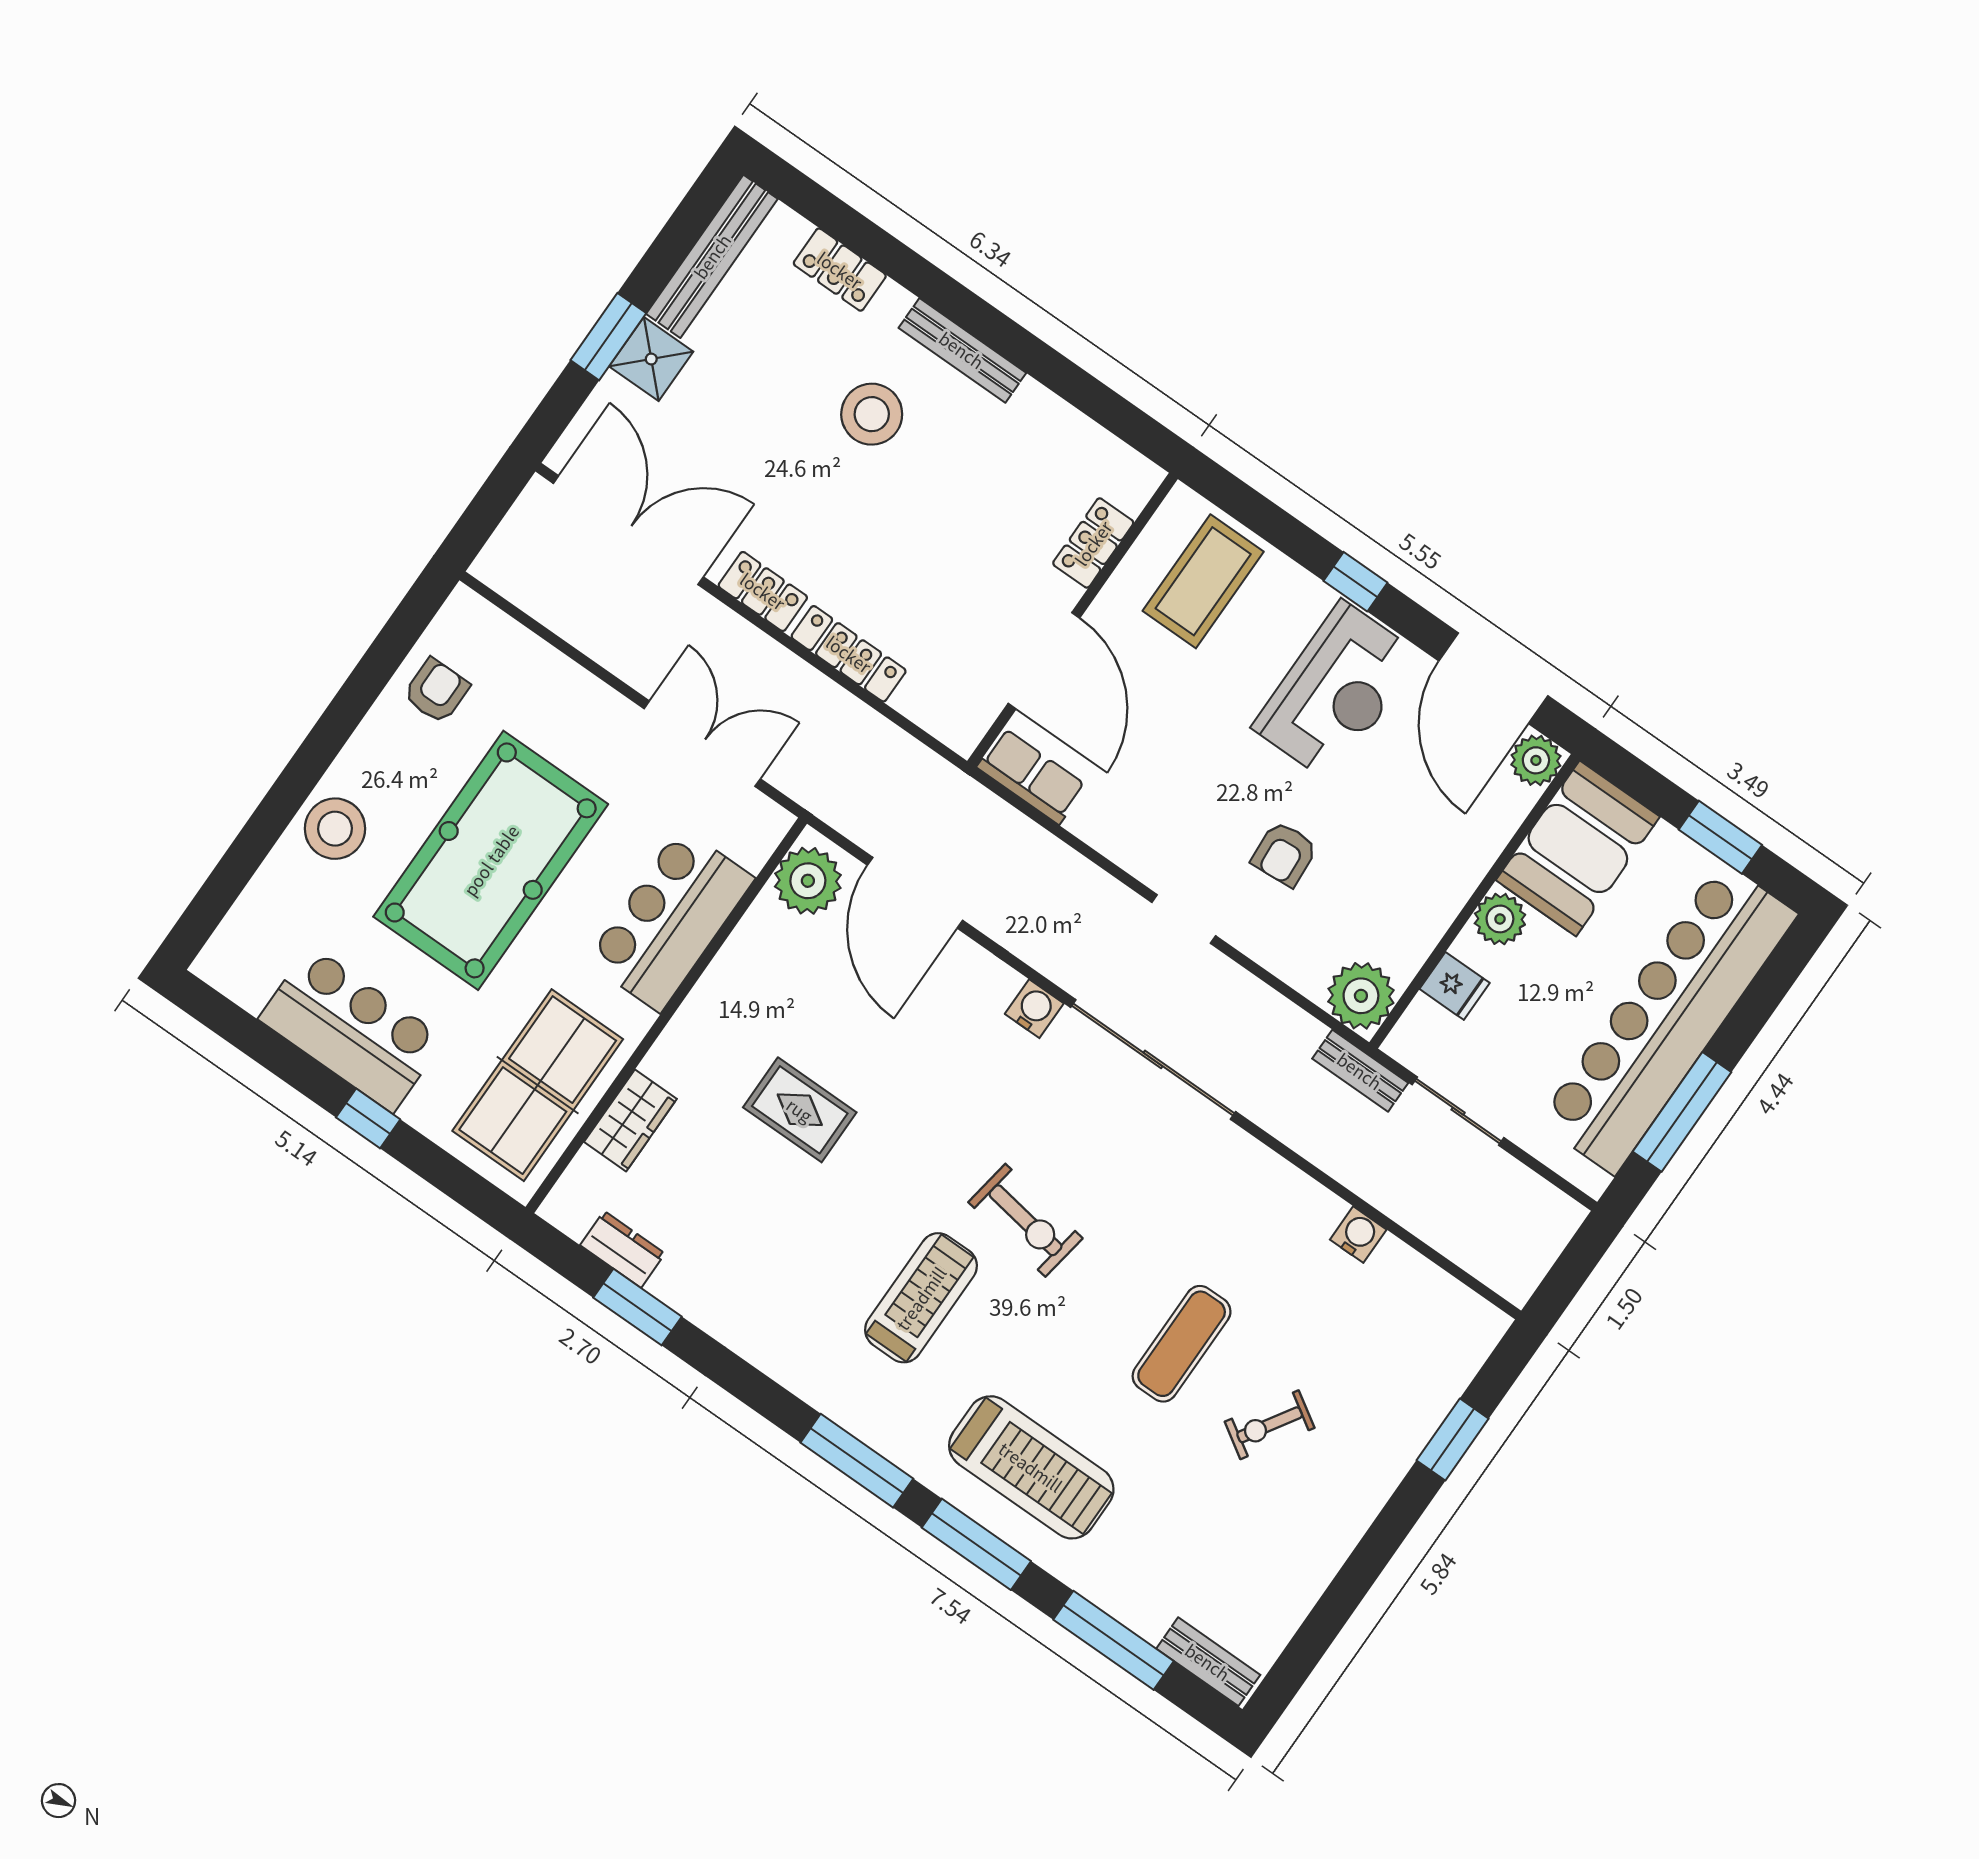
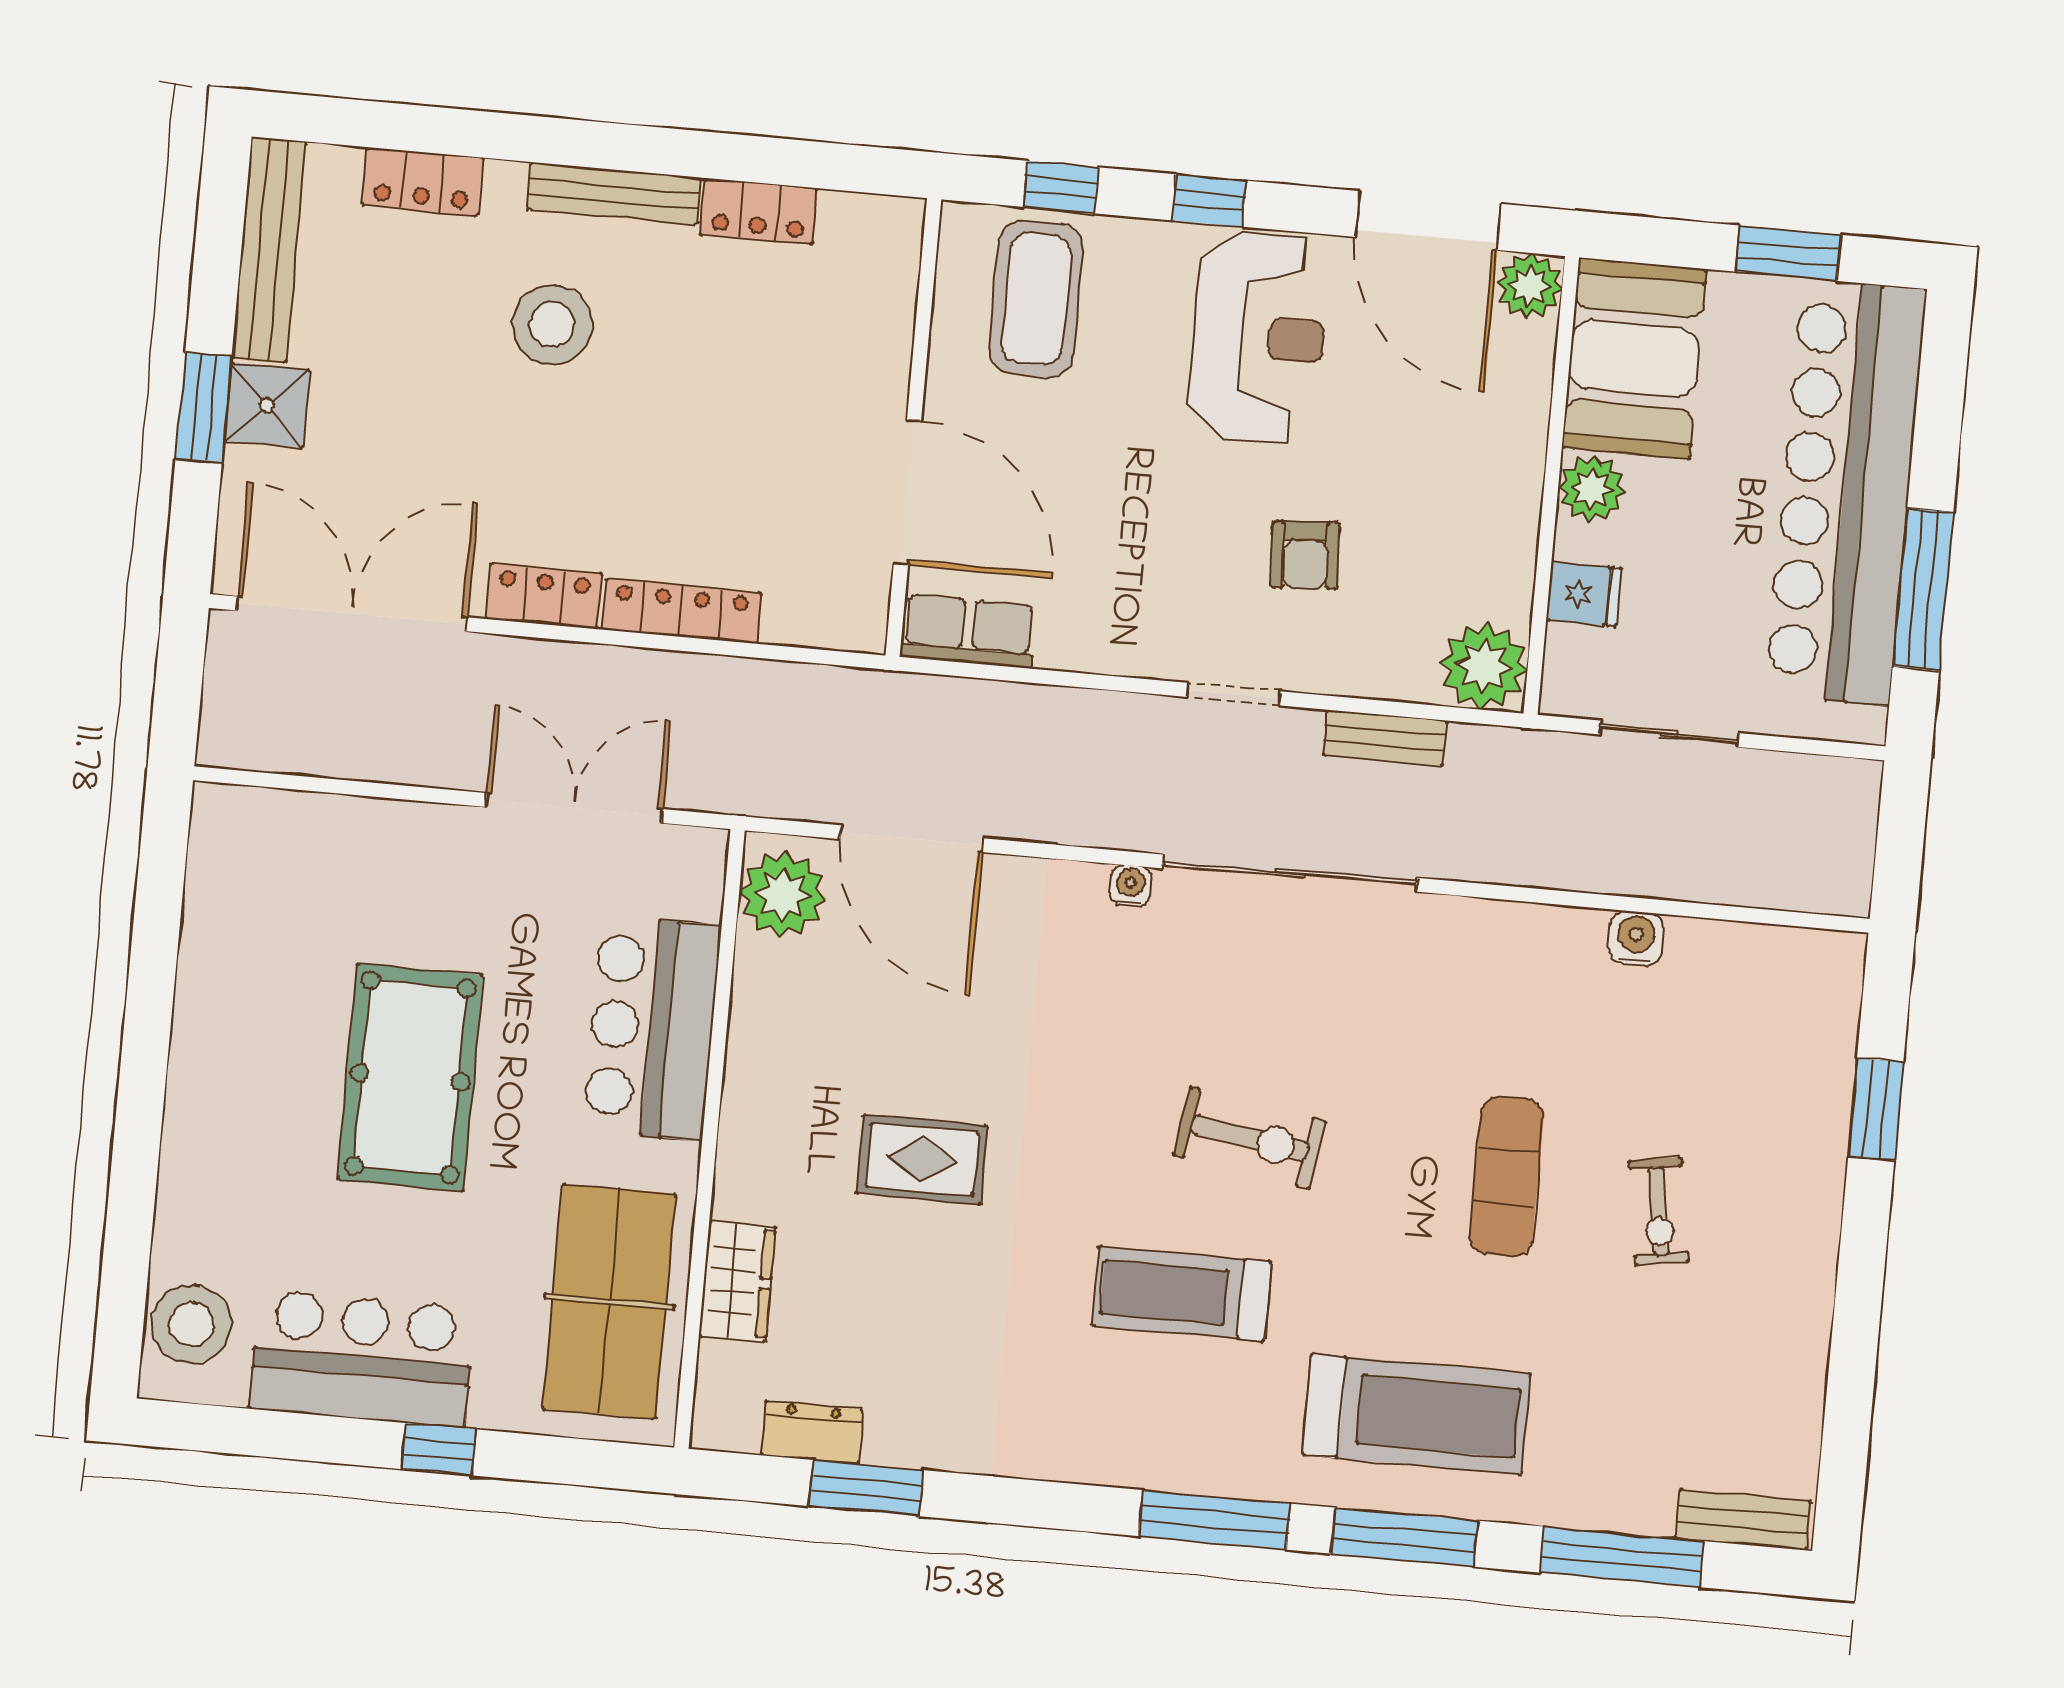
window: (1262, 516) -> (1061, 187), added
locker: (1093, 543) -> (759, 211), moved, turned -90
armchair: (436, 691) -> (239, 920), removed
stool: (335, 829) -> (192, 1324), moved
pool table: (491, 860) -> (410, 1077), width x0.73, depth x0.76
water cooler: (1034, 1009) -> (1131, 886), width x0.72, depth x0.72
bench: (1360, 1071) -> (1385, 738), moved
treadmill: (921, 1298) -> (1182, 1294), turned -90
exercise bike: (1270, 1425) -> (1659, 1211), turned -41

